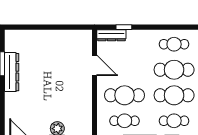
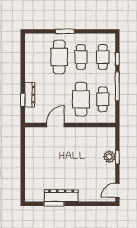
dresser: (111, 35) -> (30, 95), moved
cafe table: (174, 44) -> (37, 57), removed
cafe table: (174, 95) -> (81, 57), width x0.73, depth x0.74

